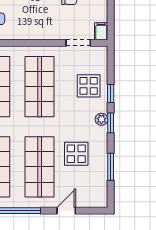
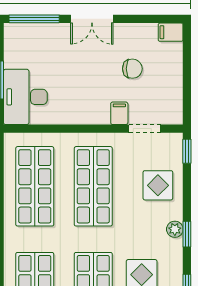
filing cabinet: (101, 31) -> (119, 113), moved
window: (111, 93) -> (187, 151), moved

